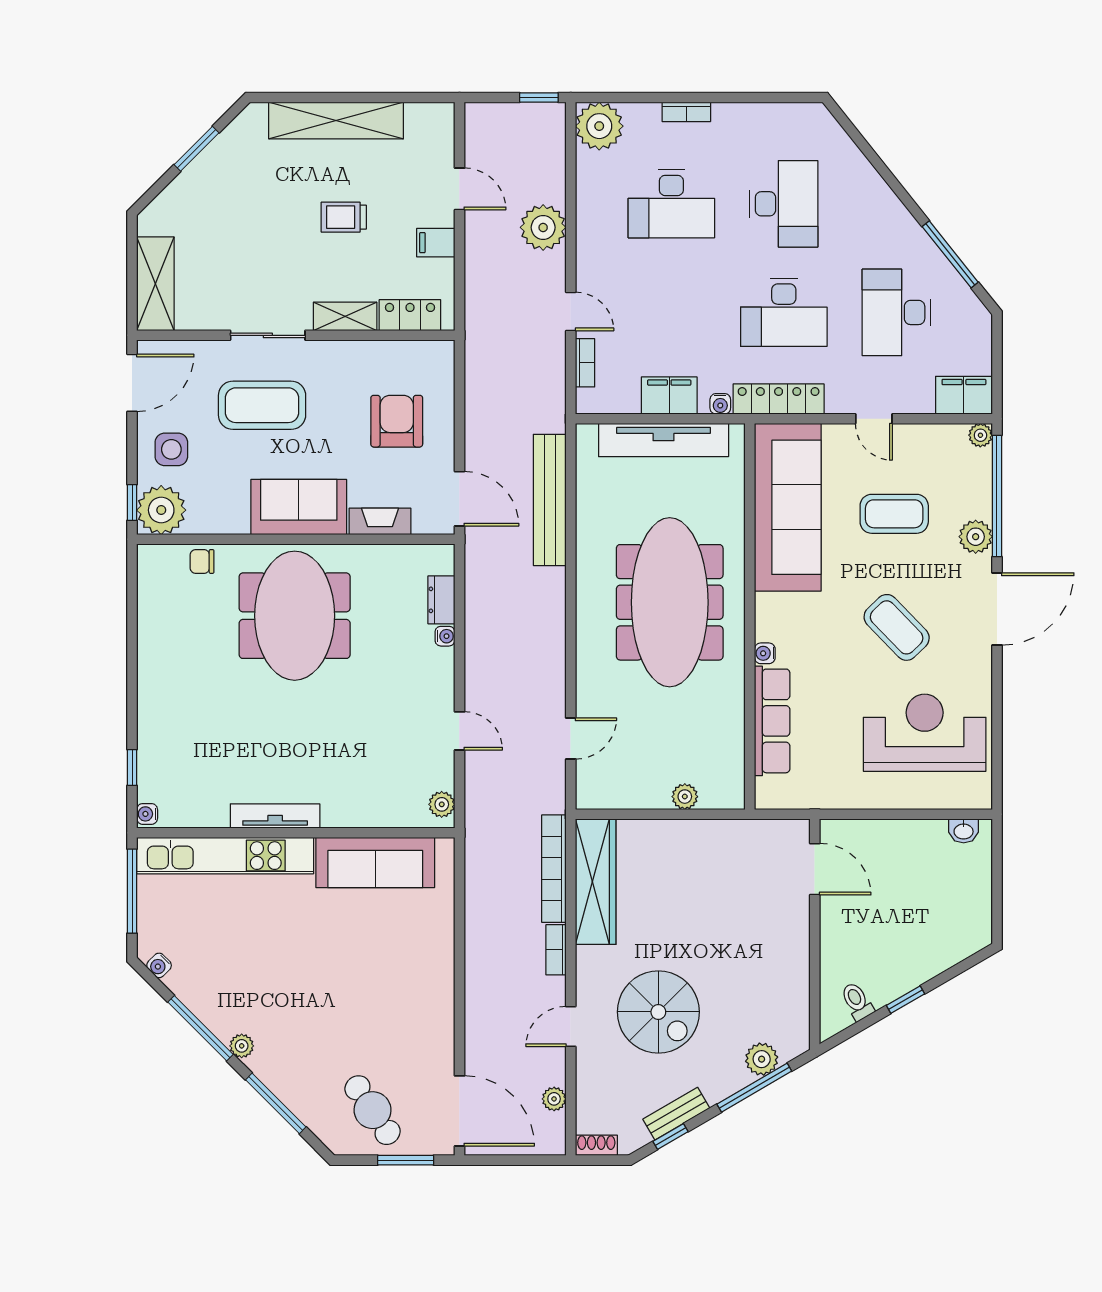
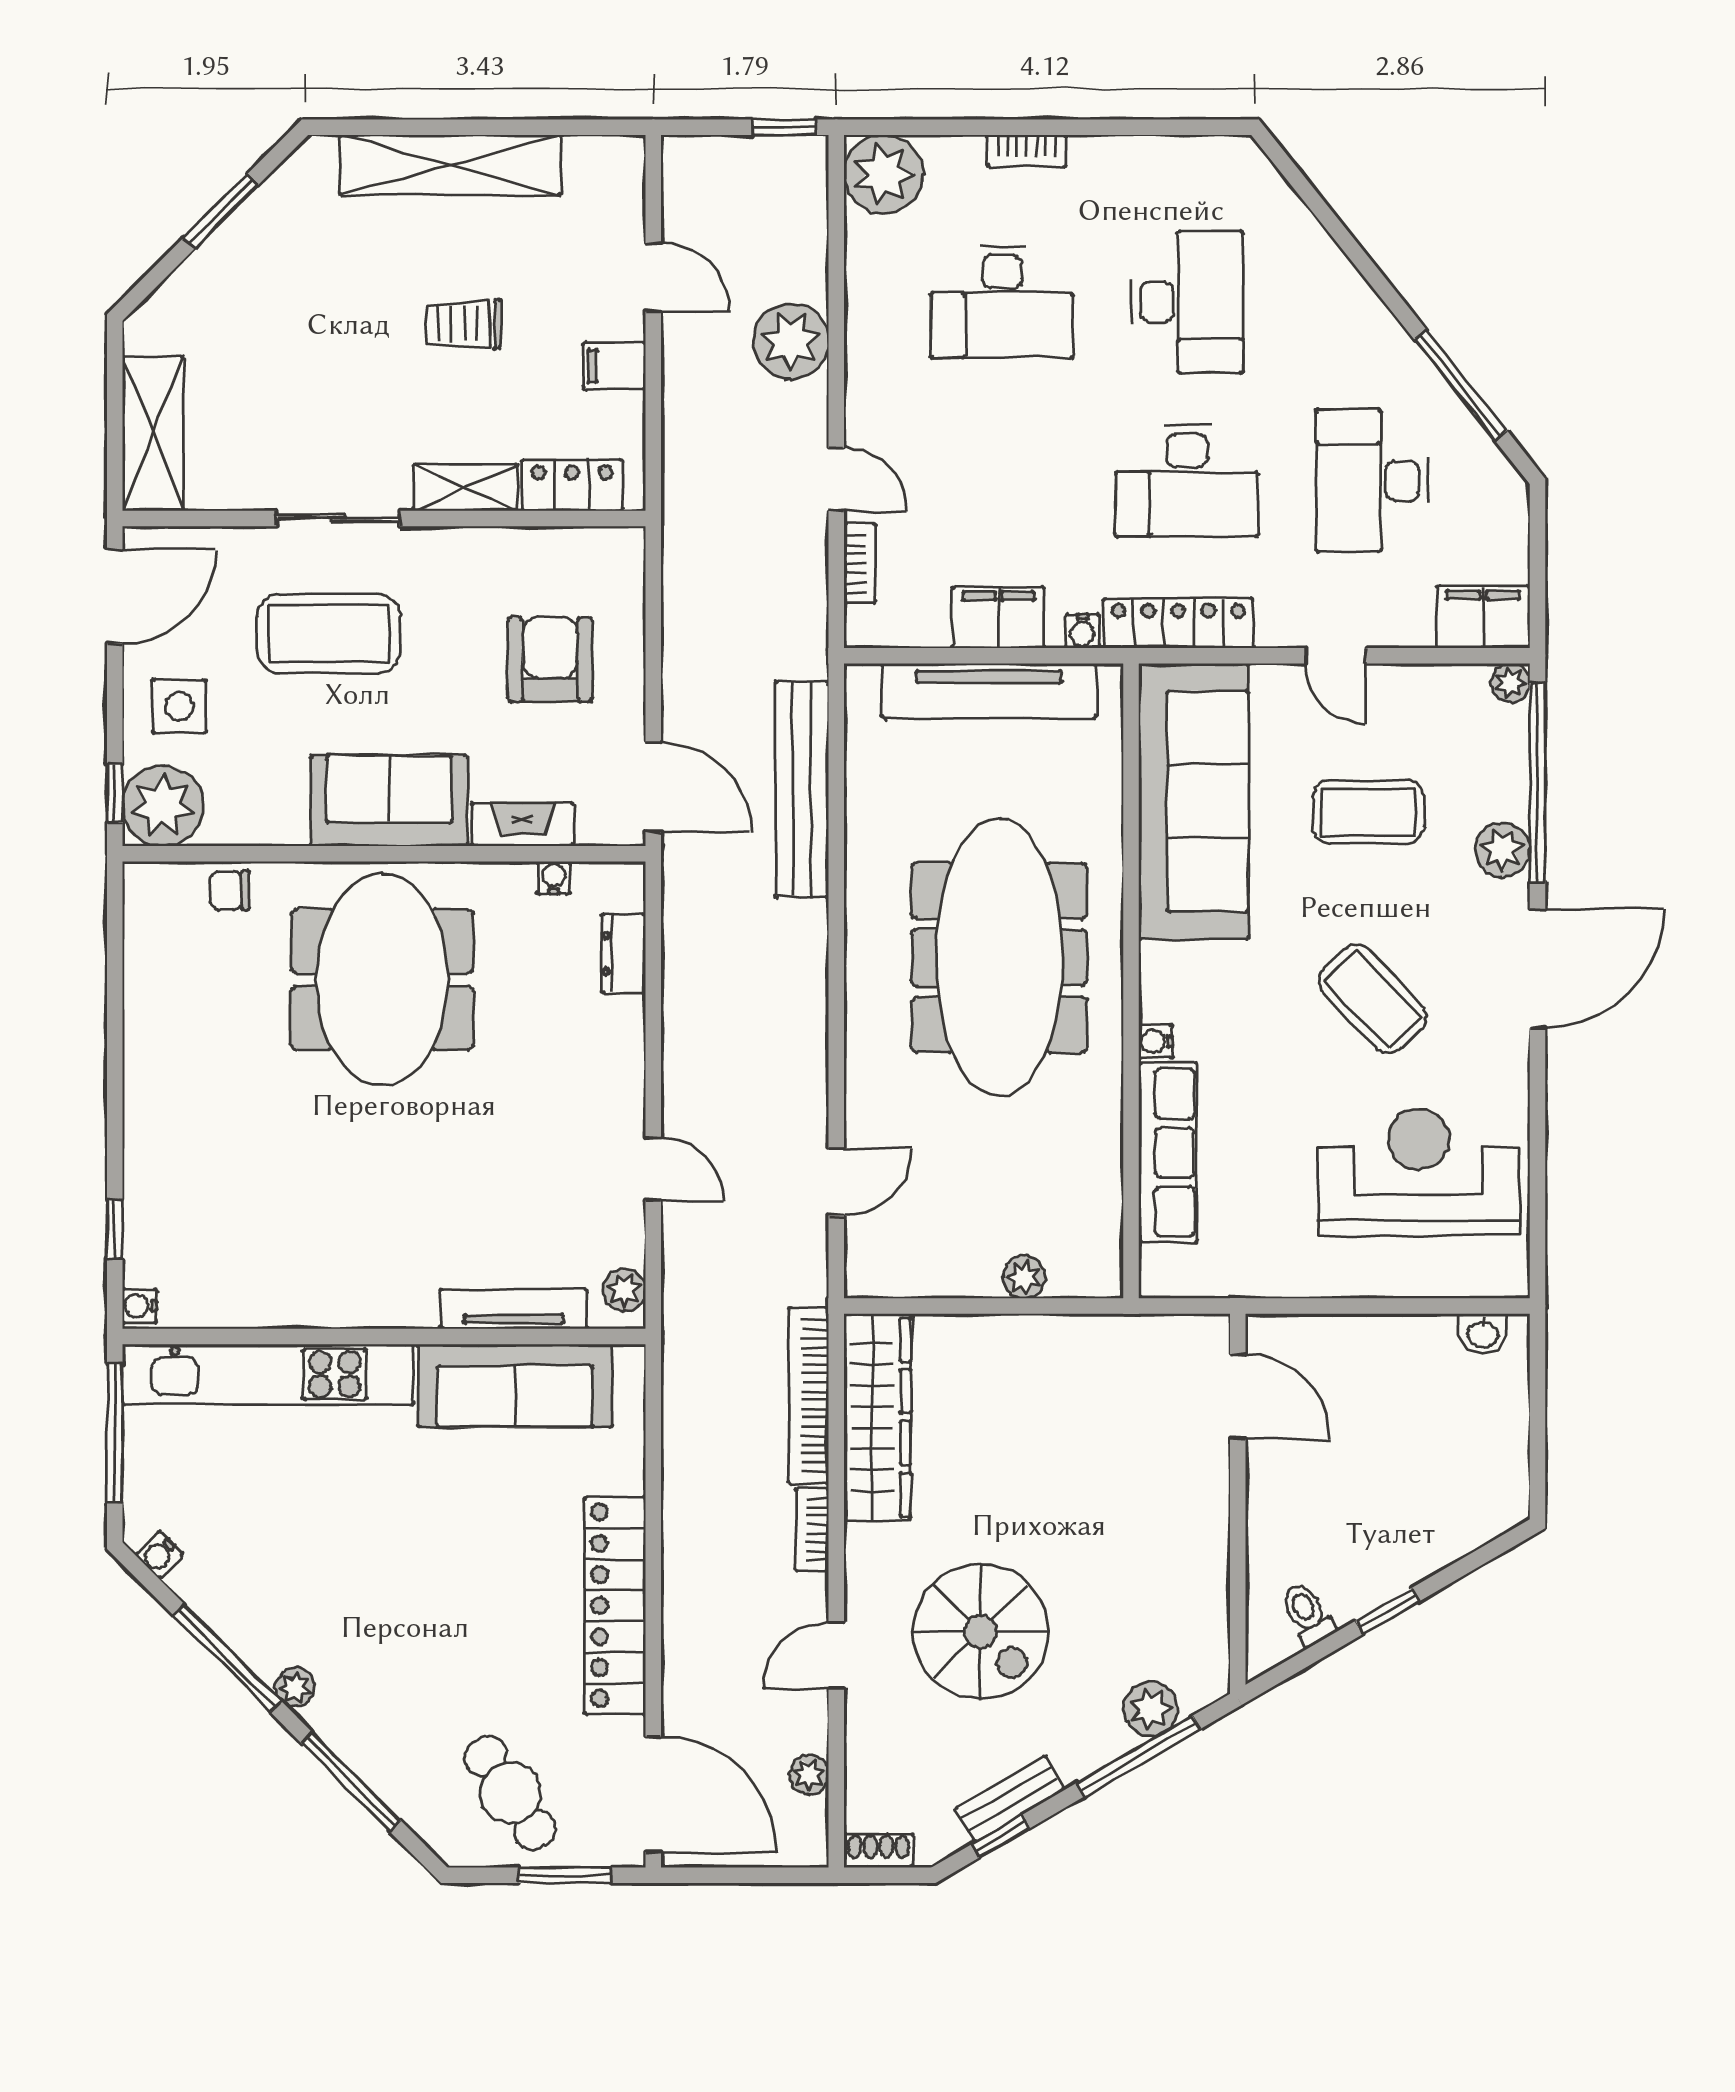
water cooler: (445, 636) -> (554, 878), moved, turned -90
tv unit: (275, 816) -> (514, 1309), moved
locker: (436, 996) -> (615, 1605), added

